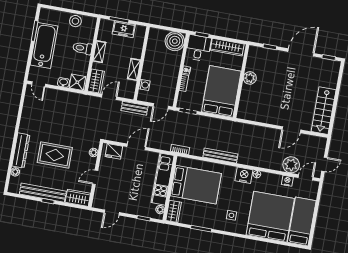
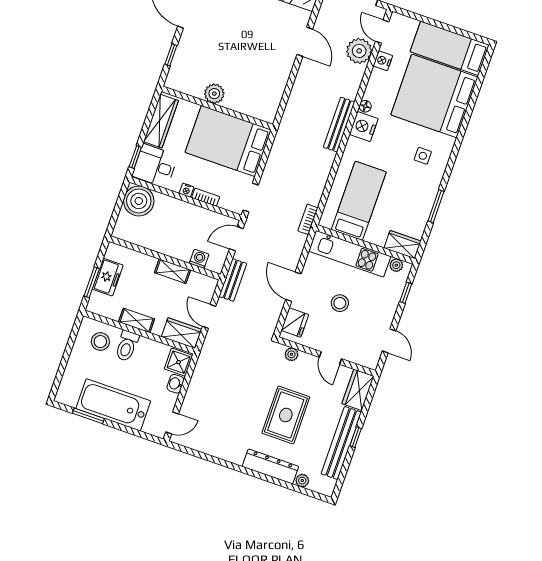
stool: (75, 21) -> (100, 342), moved
door: (161, 106) -> (236, 239), swing flipped
bench: (220, 156) -> (339, 125), moved
stool: (131, 178) -> (340, 303), added
bed: (196, 185) -> (359, 201), width x0.67

